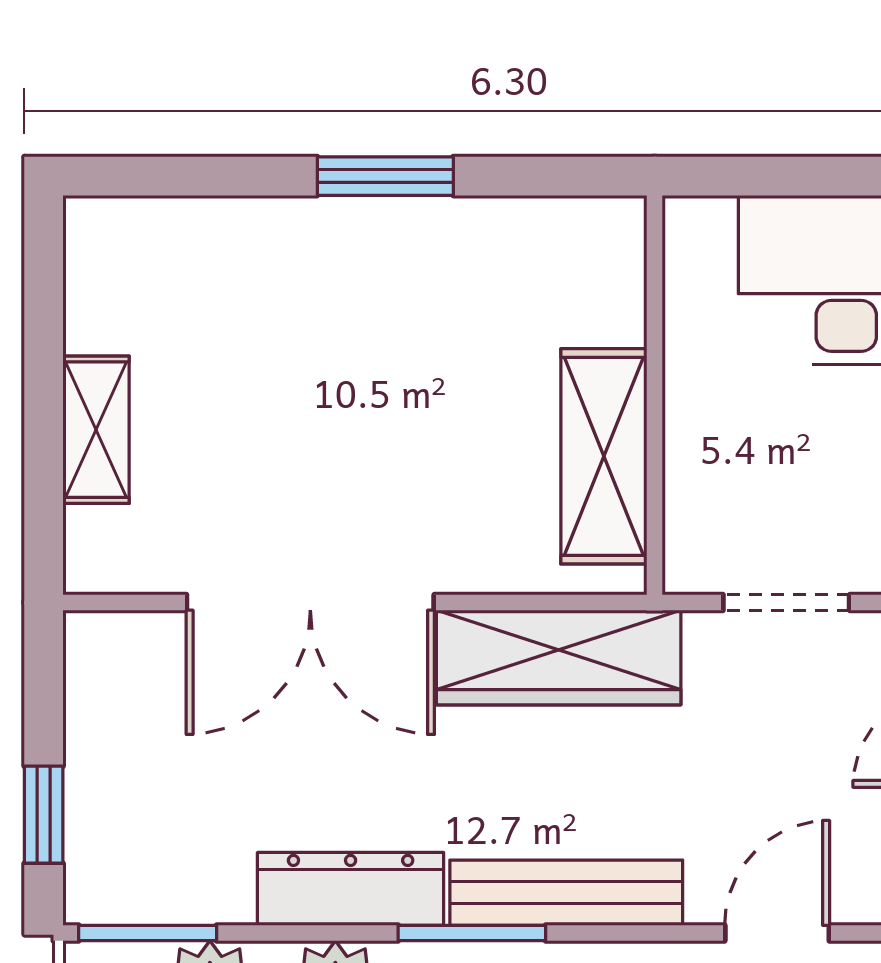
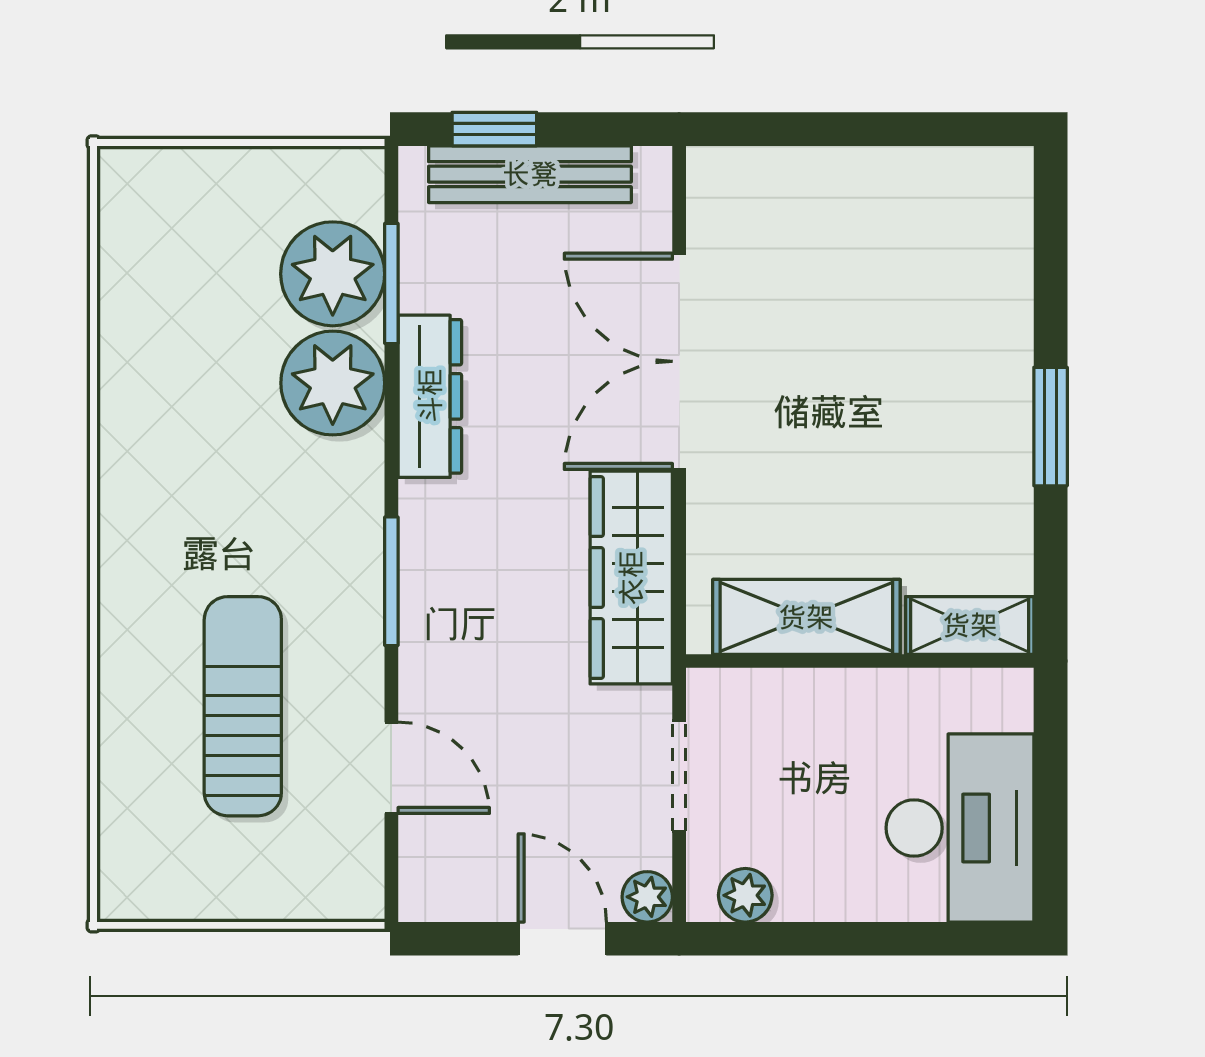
shelving: (96, 430) -> (970, 625), moved
bench: (566, 893) -> (530, 174), moved, turned 90
window: (148, 933) -> (391, 283), moved
window: (472, 933) -> (391, 581), moved

